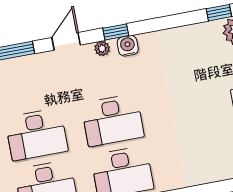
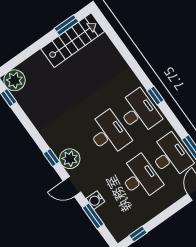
water cooler: (128, 46) -> (95, 200), moved
plant: (102, 48) -> (70, 159), width x1.88, depth x1.88

